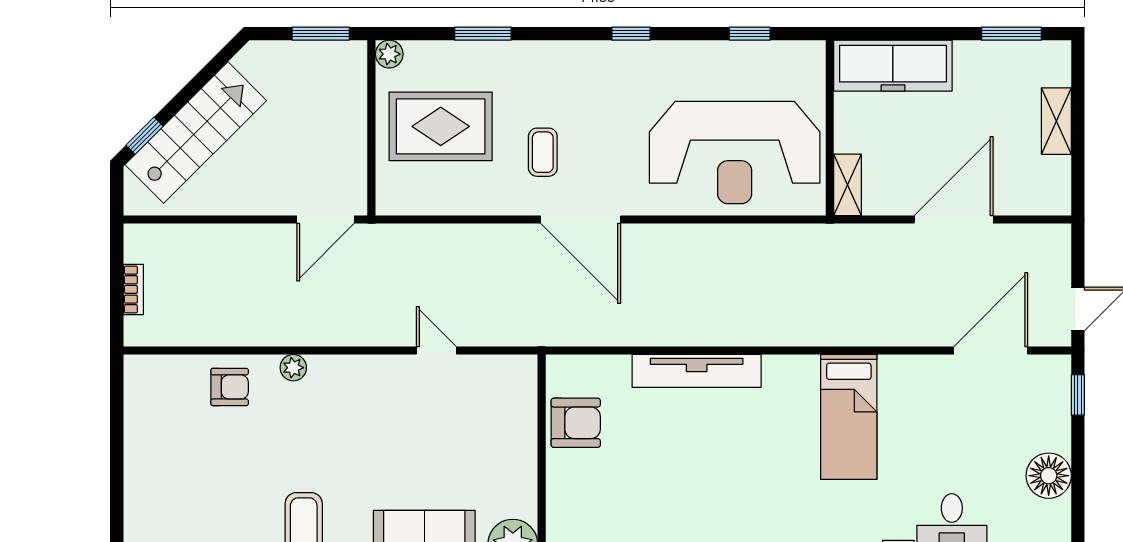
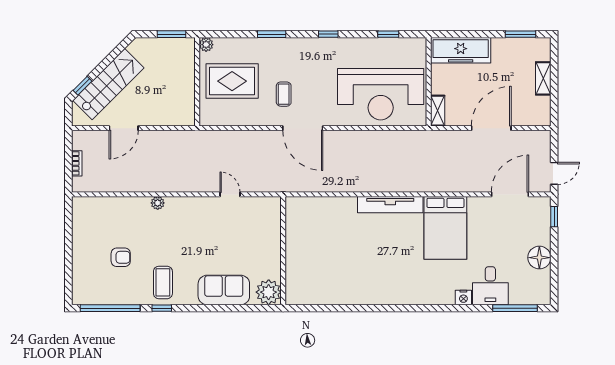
window: (483, 34) -> (272, 34), moved
door: (326, 220) -> (124, 128), moved
tv unit: (697, 371) -> (390, 205), moved
armchair: (230, 387) -> (121, 257), moved
bed: (849, 417) -> (445, 228), width x1.50
armchair: (576, 423) -> (300, 231), removed

